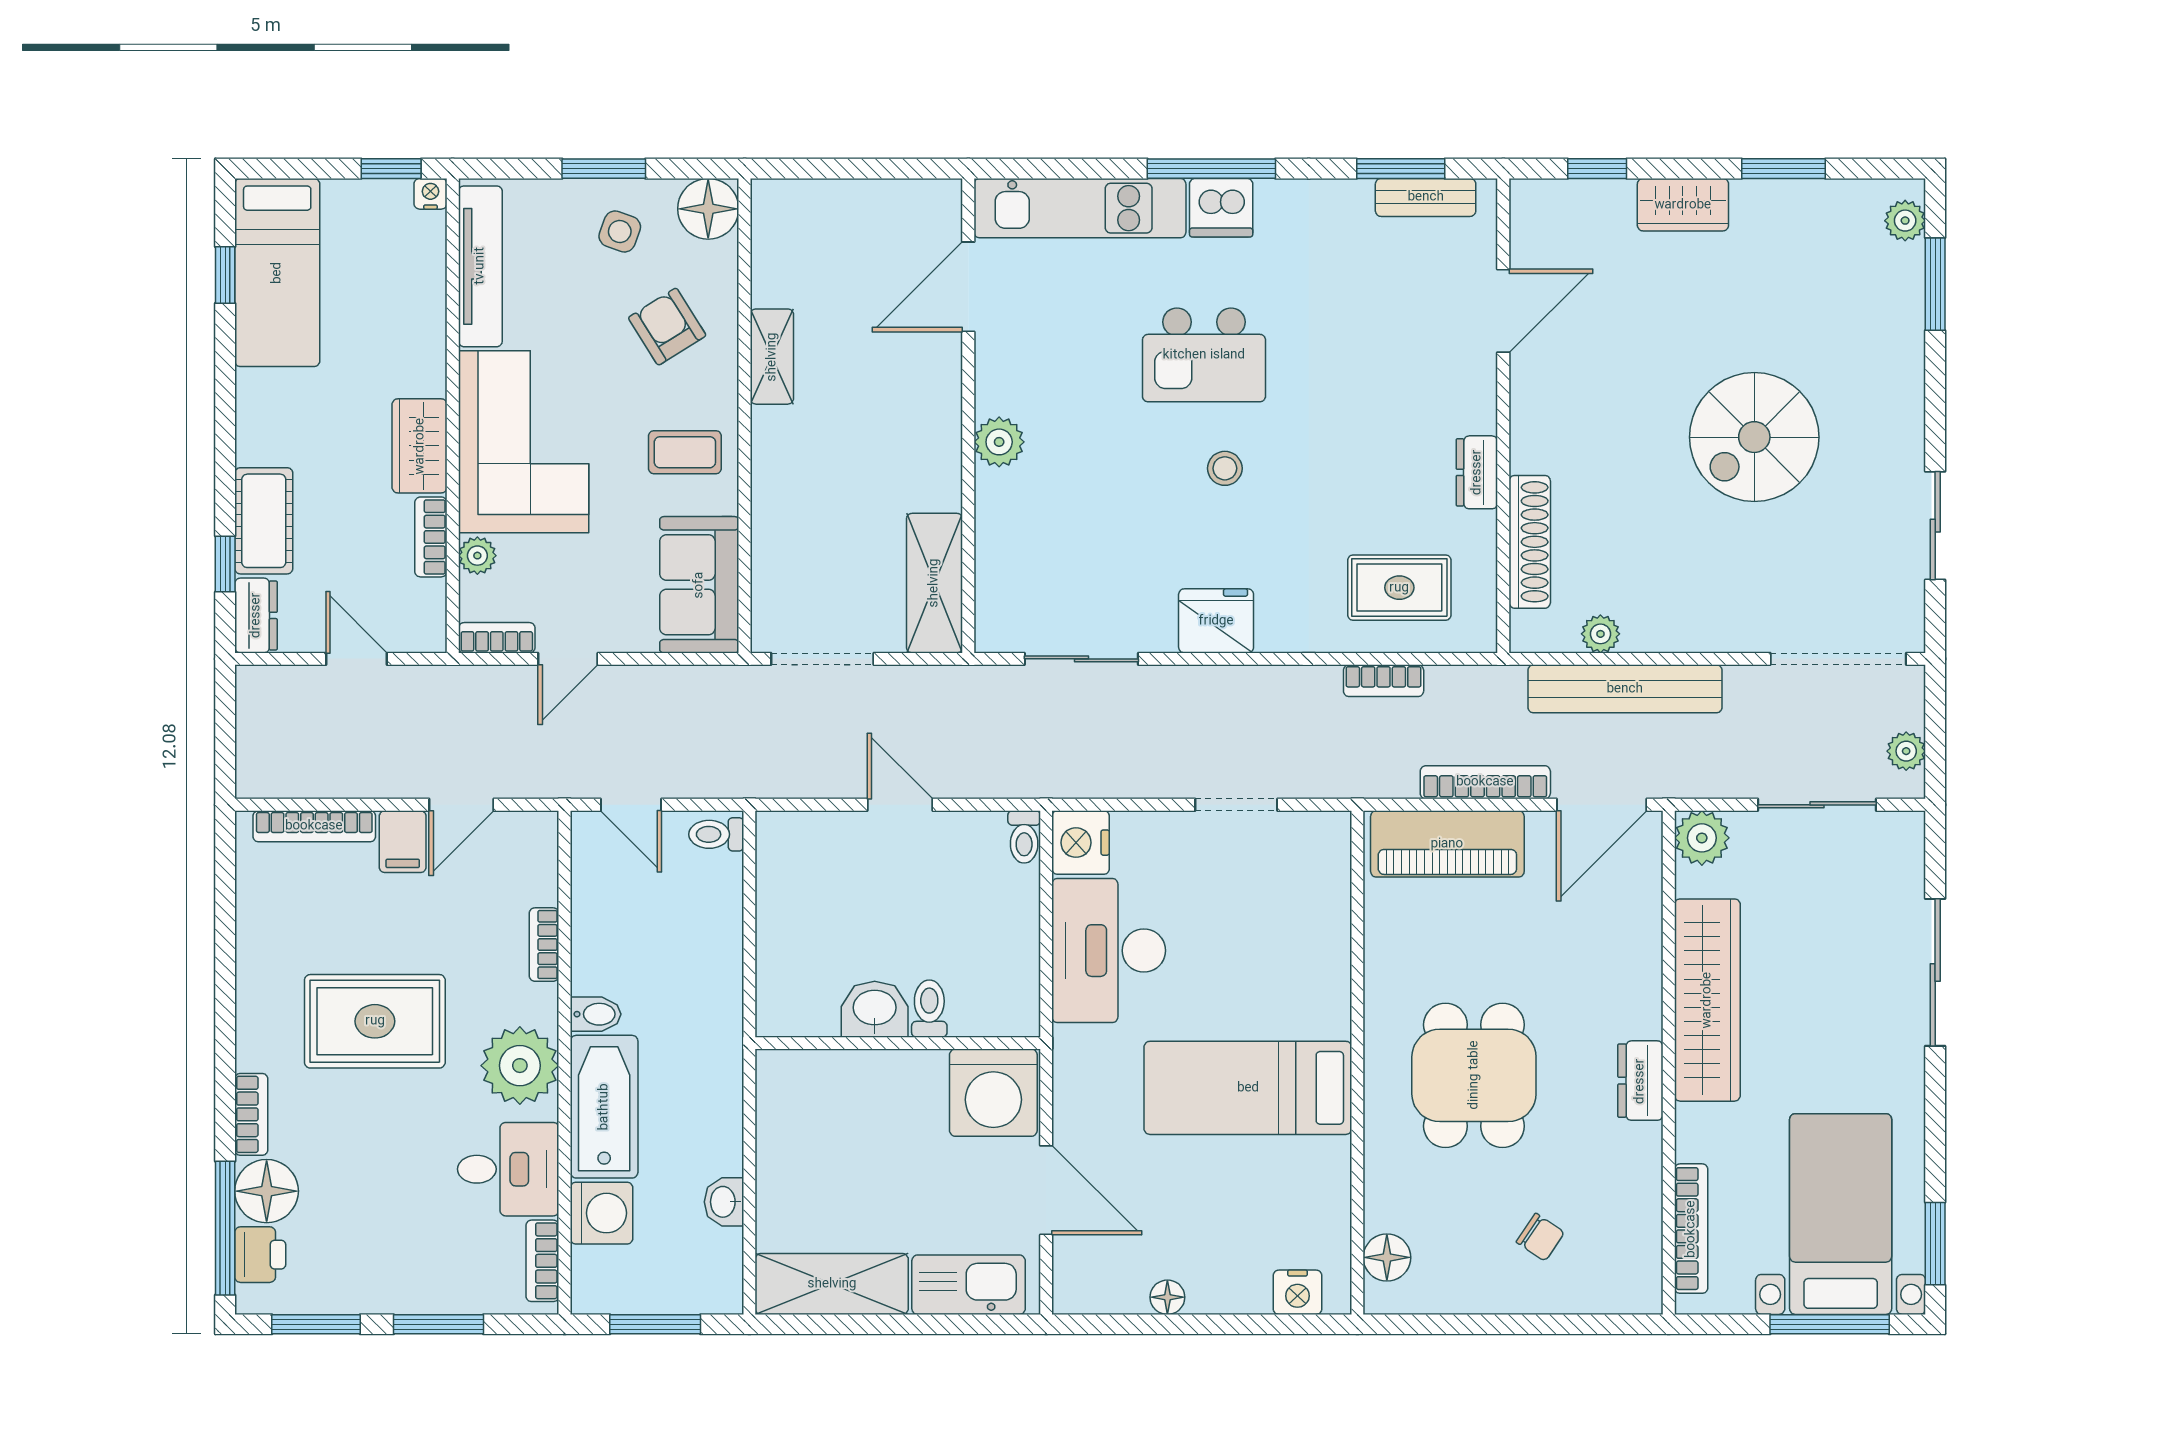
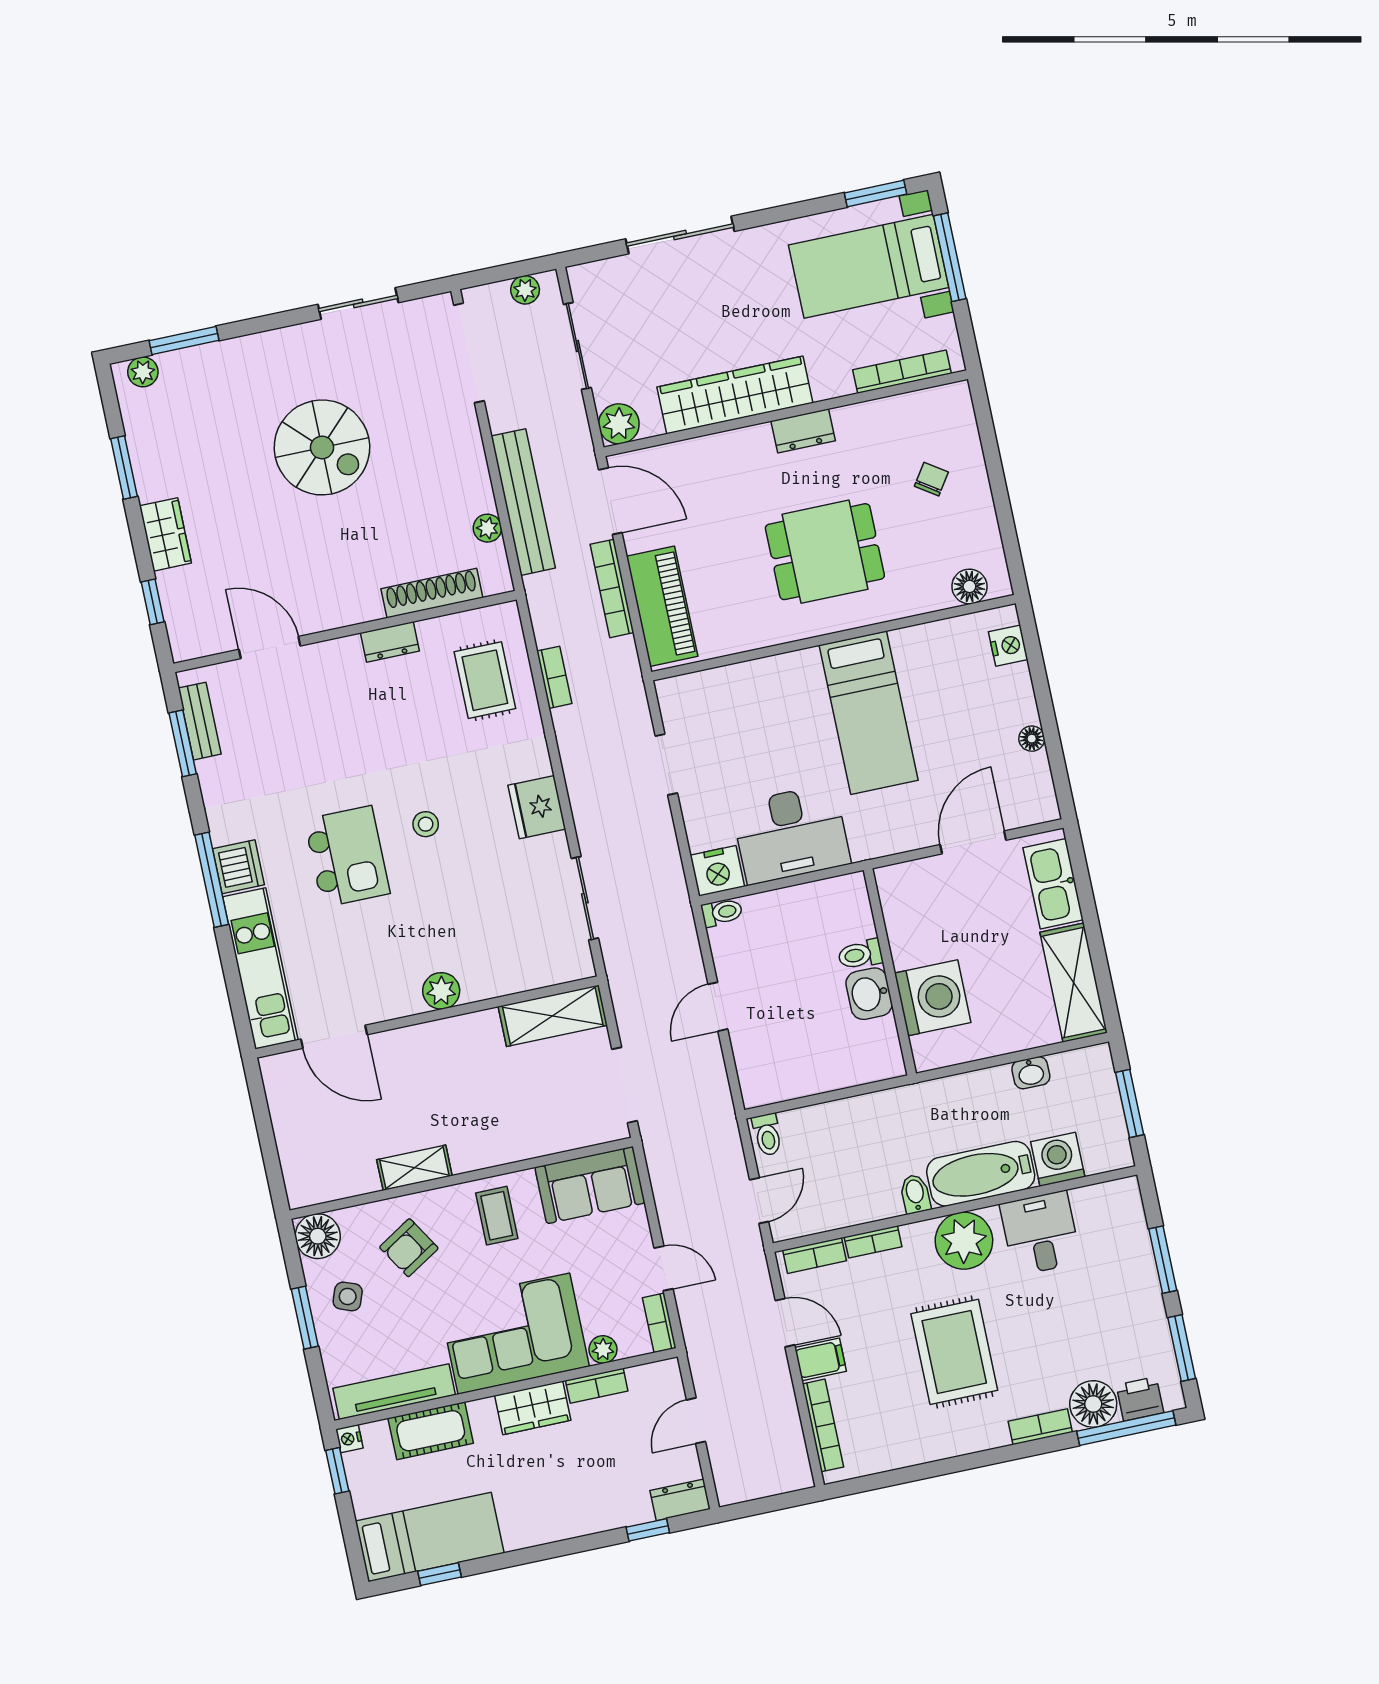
cot: (264, 521) -> (431, 1431), moved
washing machine: (993, 1093) -> (933, 998), moved
bookcase: (542, 1261) -> (815, 1255), moved

